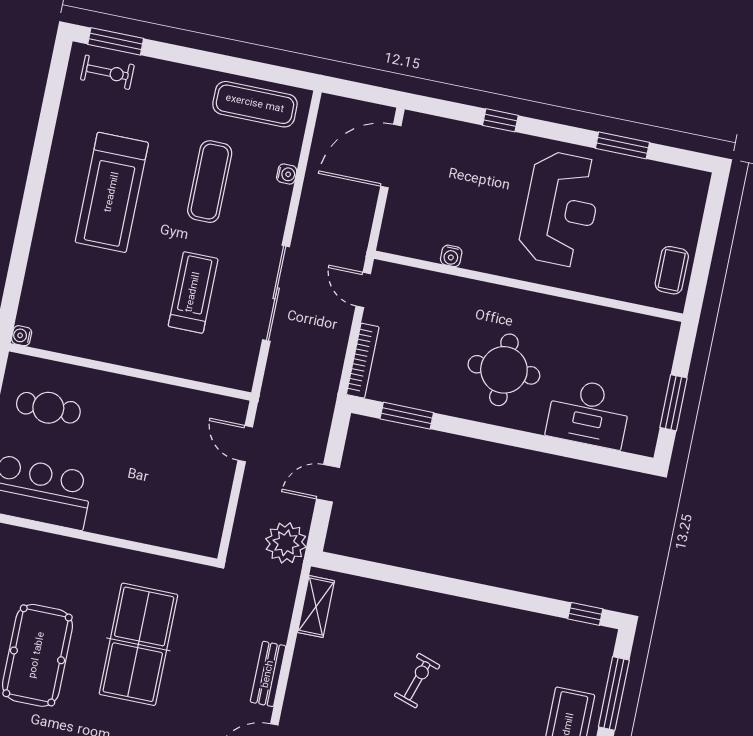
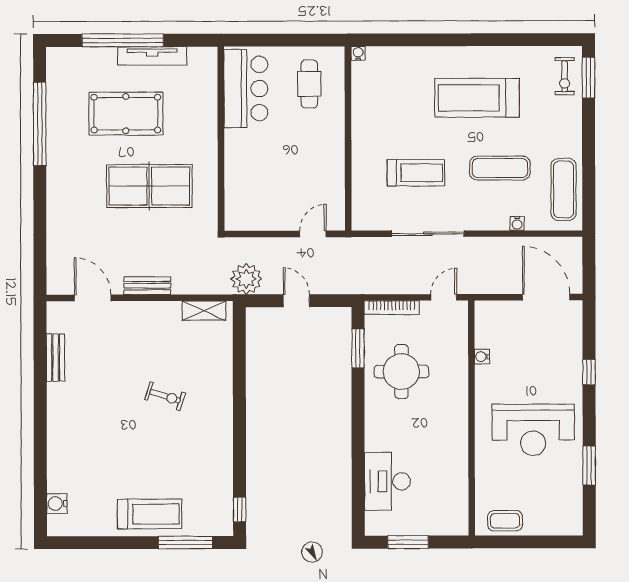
round table: (504, 370) -> (401, 372), moved

